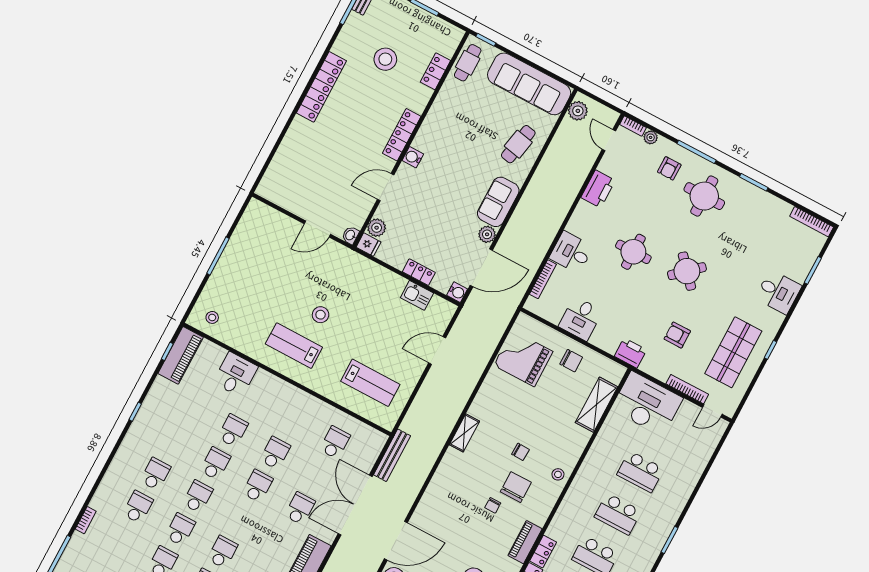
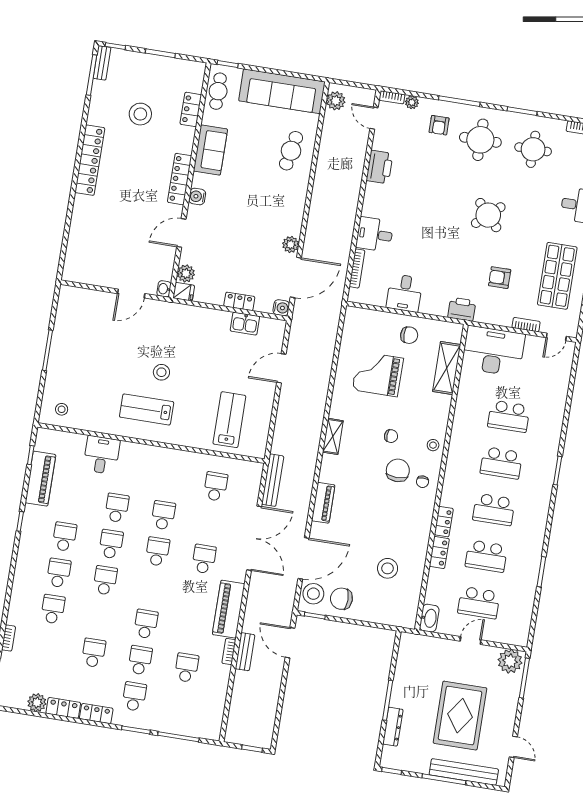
sofa: (498, 202) -> (210, 150), moved, turned 180
round table: (633, 252) -> (533, 149), moved
piano: (181, 355) -> (40, 479), moved
grand piano: (523, 358) -> (378, 374), moved
lab bench: (370, 383) -> (229, 420), turned -90
bookcase: (687, 389) -> (526, 325), width x0.64
double door: (355, 505) -> (254, 538), swing flipped
chair: (493, 505) -> (422, 482), moved
school desk: (180, 529) -> (64, 537), moved
piano: (525, 542) -> (323, 503), moved, turned 180

